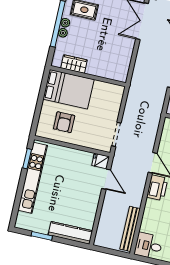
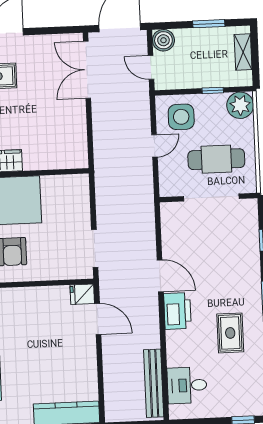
desk: (148, 246) -> (187, 385), moved

